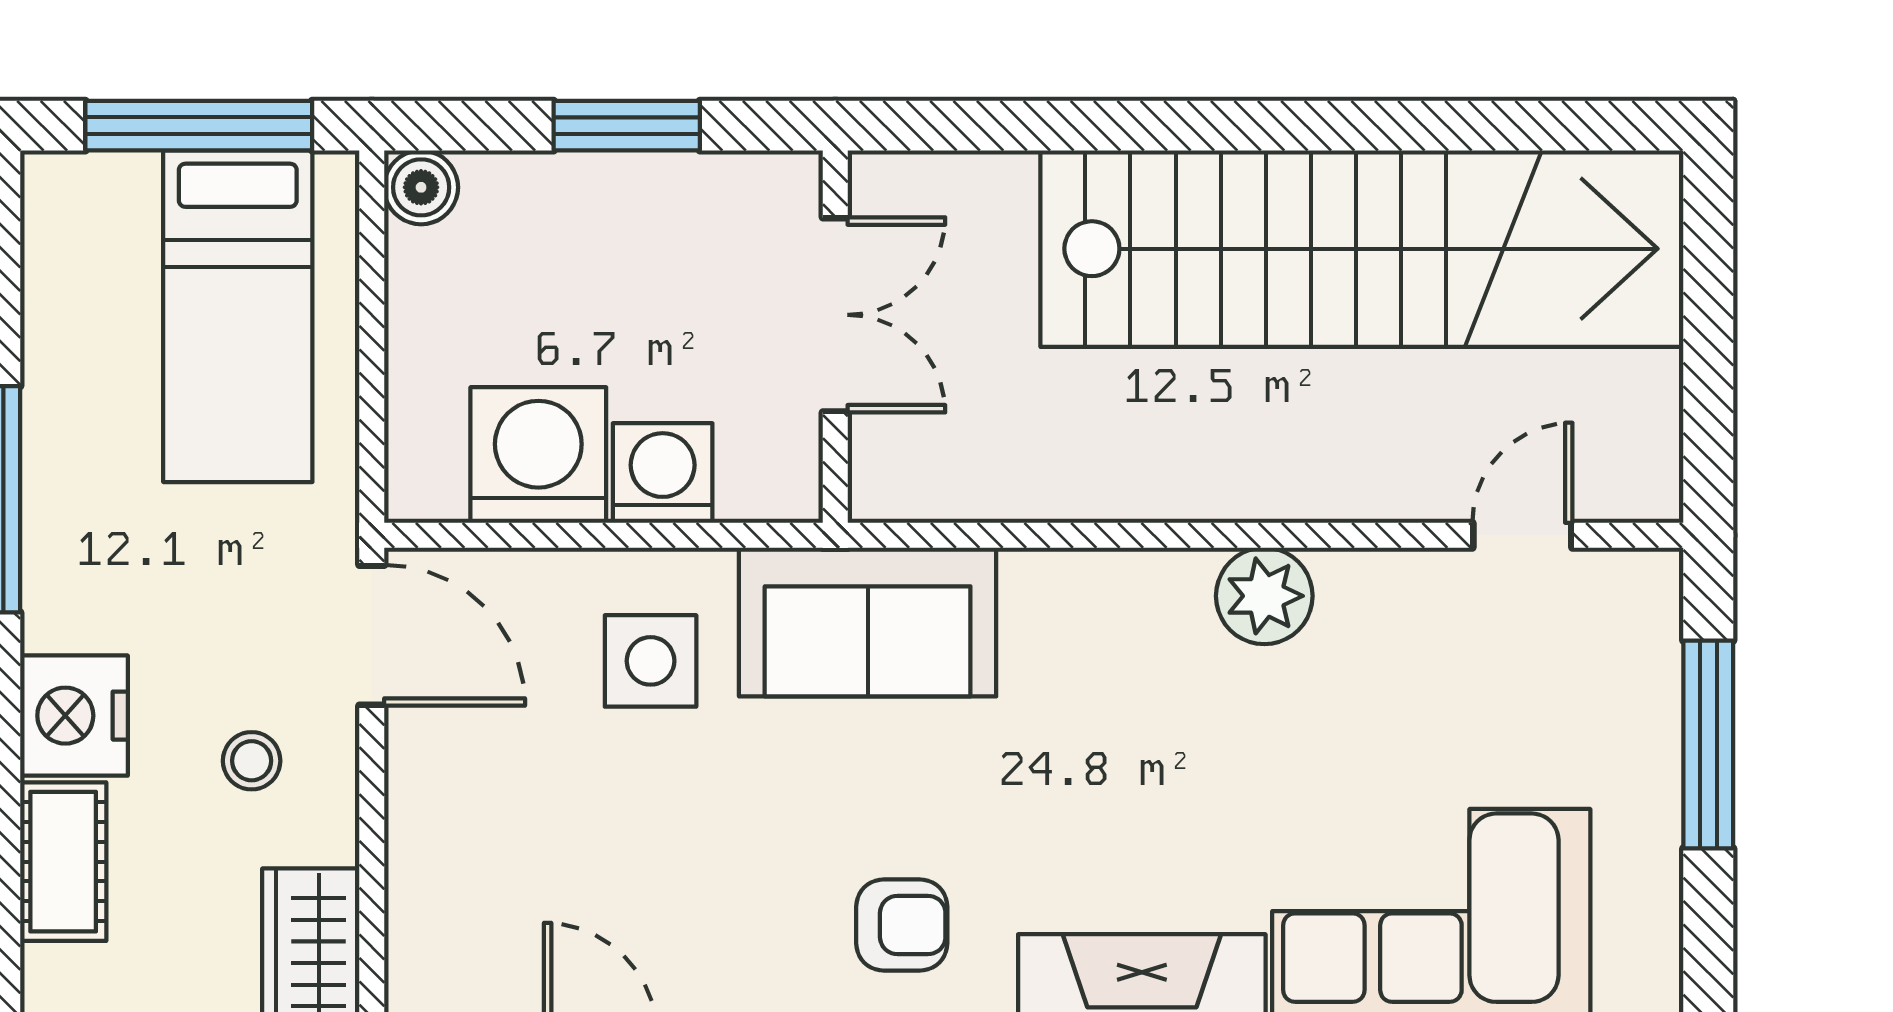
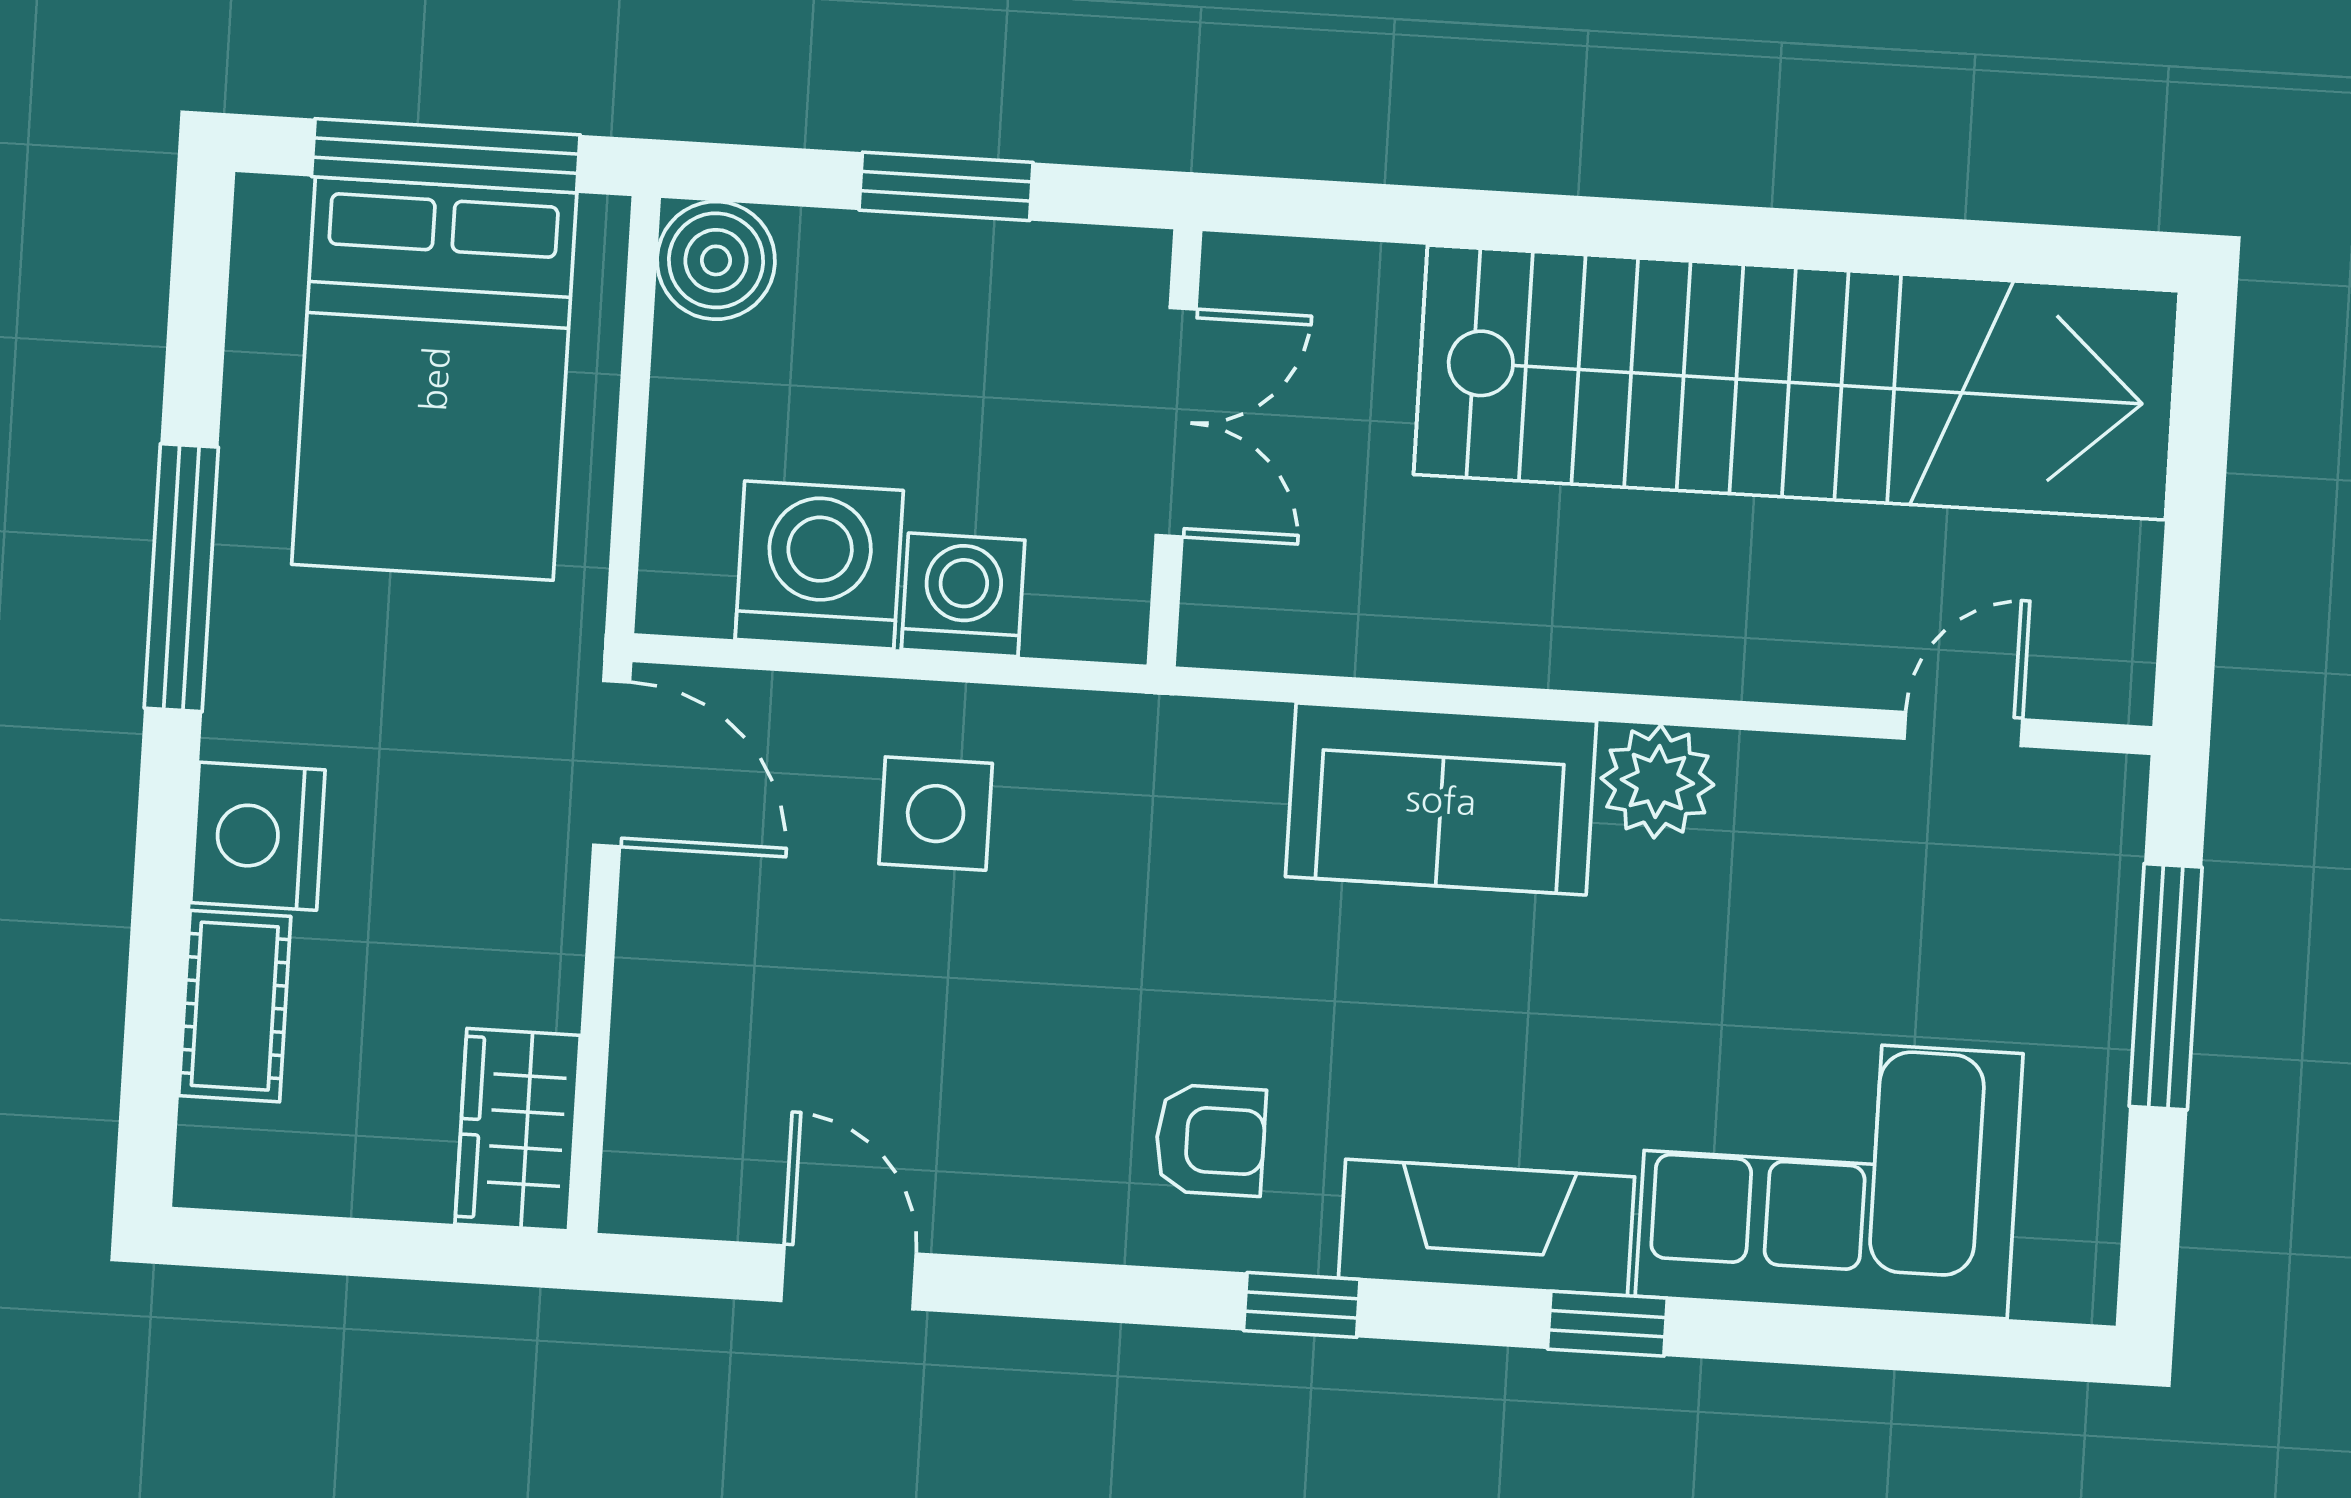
boiler: (421, 187) -> (716, 260), width x1.36, depth x1.36
bed: (238, 316) -> (434, 379), width x1.50
sofa: (868, 622) -> (1441, 799), moved
stool: (252, 761) -> (462, 902), removed

